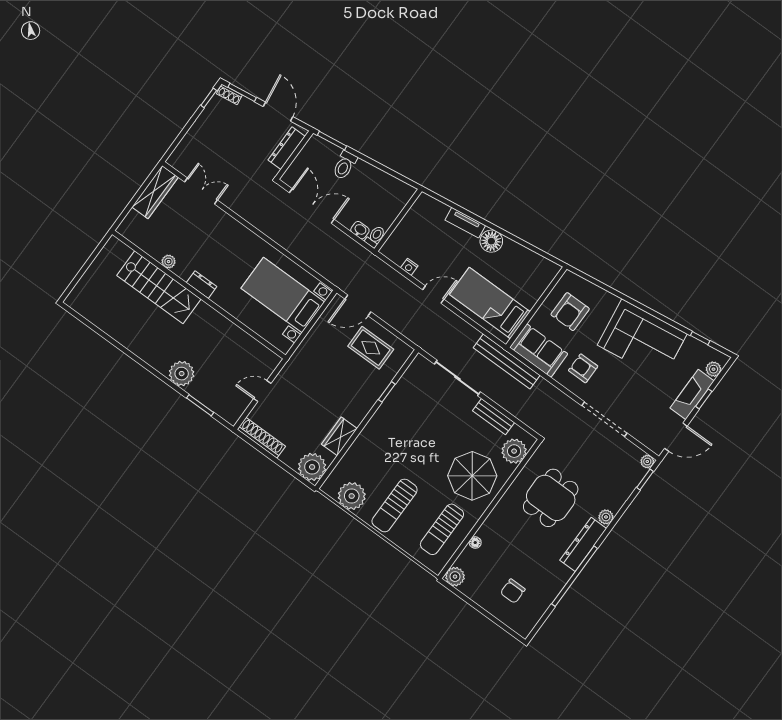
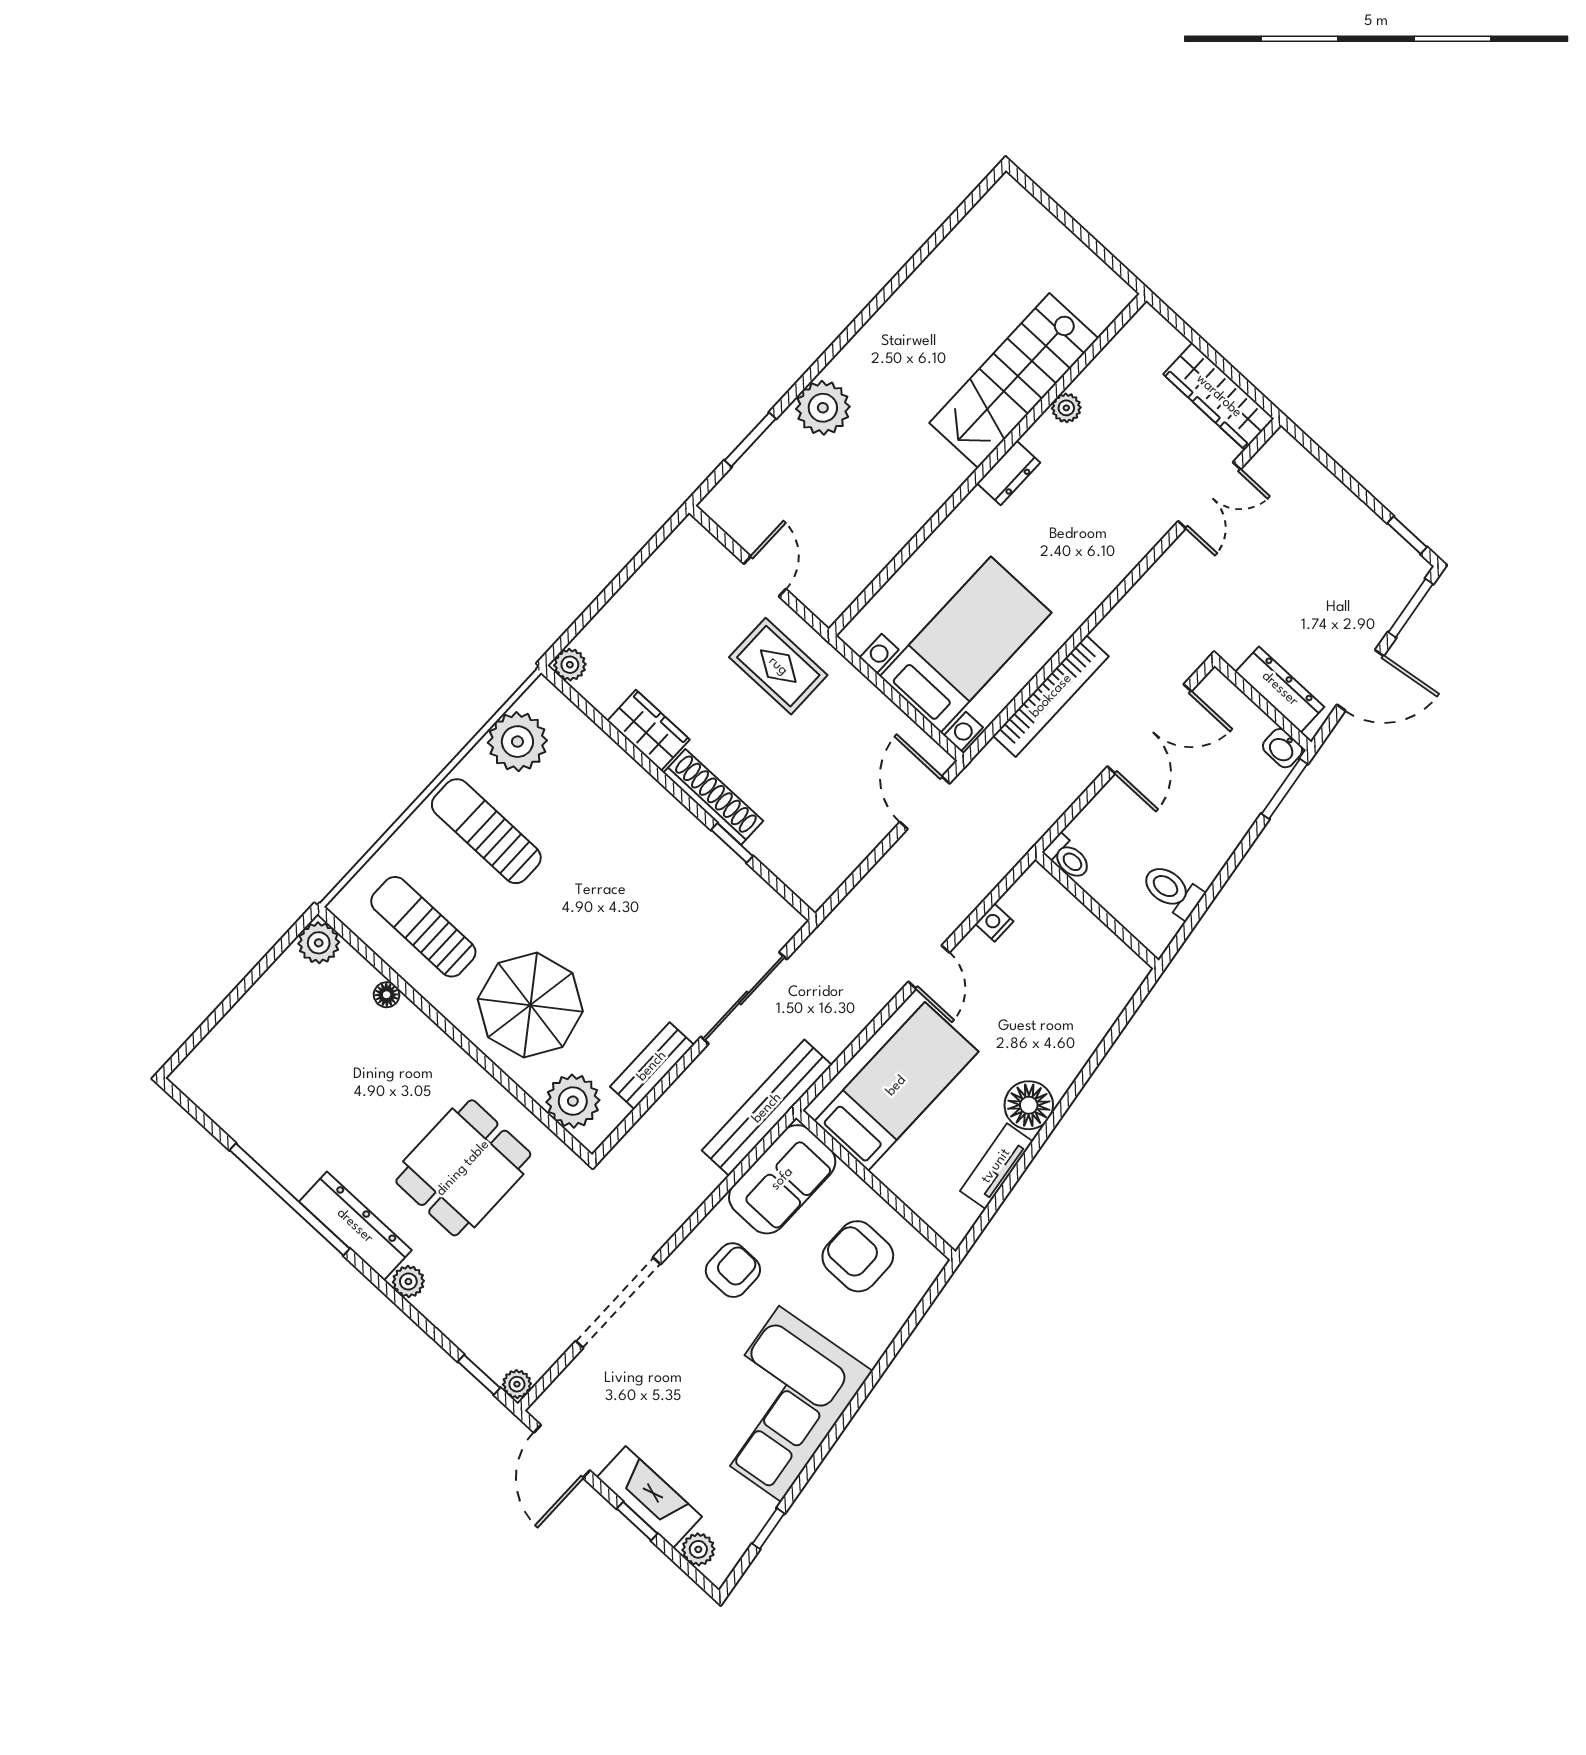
shoe rack: (229, 94) -> (1409, 581), removed
toilet: (345, 165) -> (1172, 891), moved
tv unit: (465, 223) -> (996, 1166), moved
washbasin: (360, 230) -> (1283, 748), moved, turned 90
bookcase: (302, 253) -> (1051, 696), added
rug: (371, 348) -> (778, 666), moved, turned 90
shoe rack: (261, 438) -> (713, 797), moved, turned -90
plant: (312, 467) -> (570, 665), width x0.53, depth x0.53
dining table: (551, 498) -> (463, 1168), turned 90
chair: (513, 591) -> (273, 1063), removed

